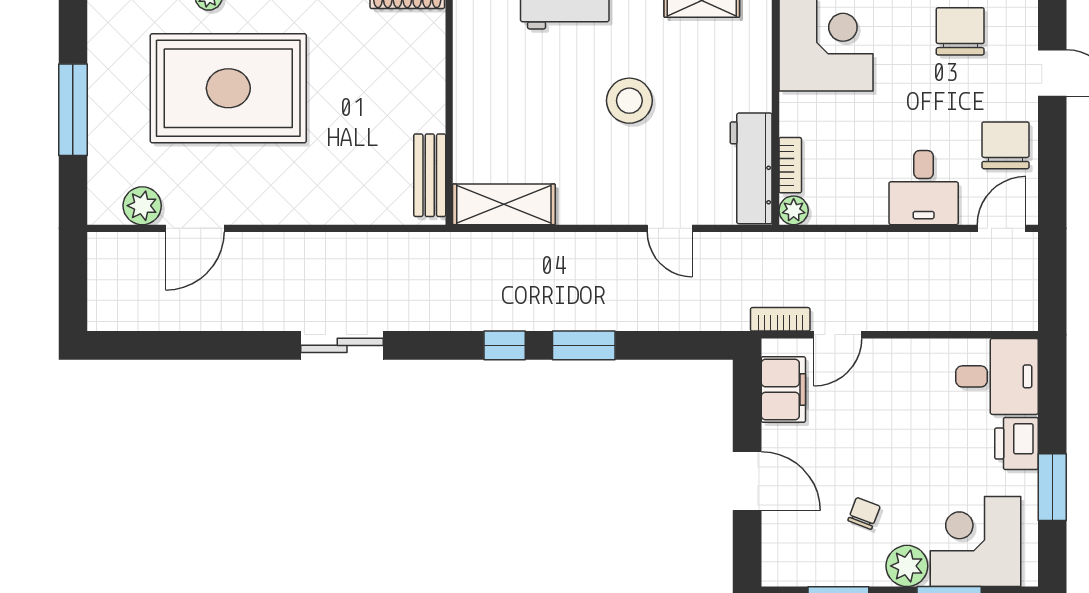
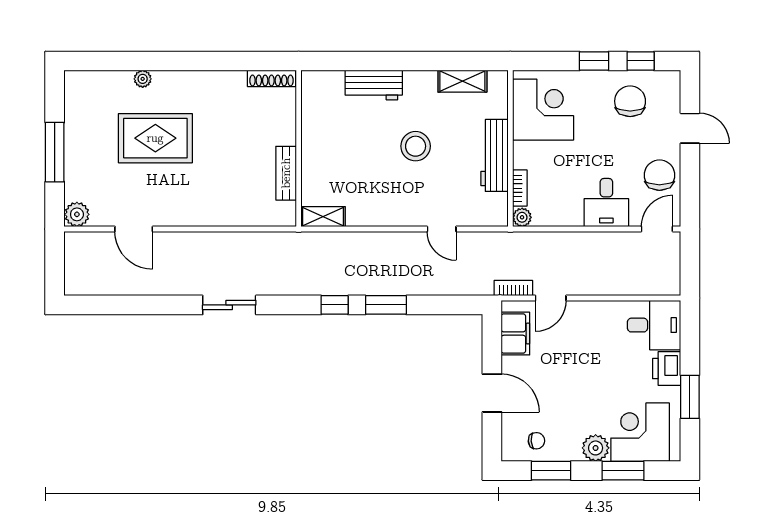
rug: (228, 88) -> (155, 138), width x0.73, depth x0.69
workbench: (751, 168) -> (495, 155), moved
bench: (430, 175) -> (286, 173), moved
shelving: (504, 204) -> (323, 217), width x0.67, depth x0.75
plant: (142, 206) -> (77, 214), moved
door: (195, 228) -> (134, 229), hinge flipped
chair: (864, 513) -> (536, 441), moved, turned 65

